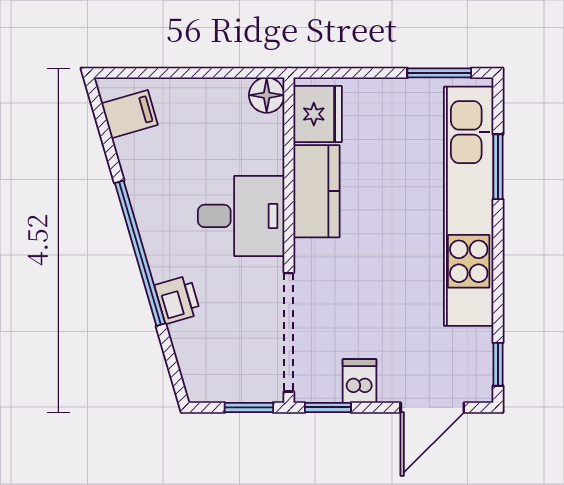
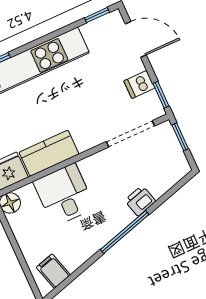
desk: (241, 216) -> (64, 195), moved
window: (140, 253) -> (125, 232), width x0.68
doorway: (289, 332) -> (130, 134), width x0.73

